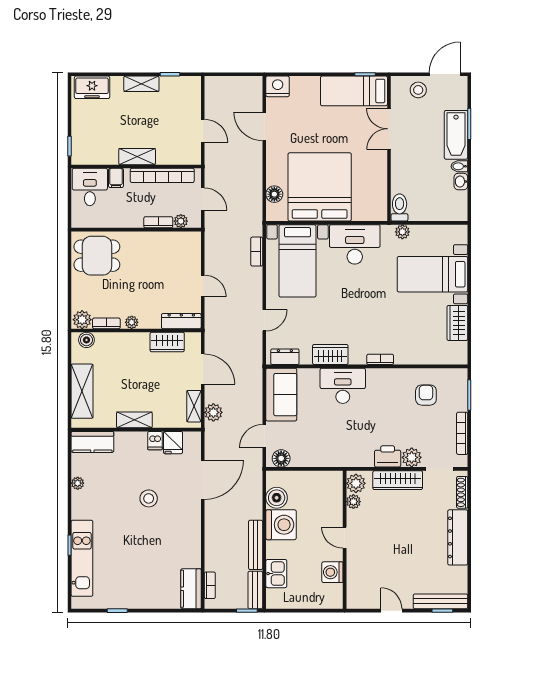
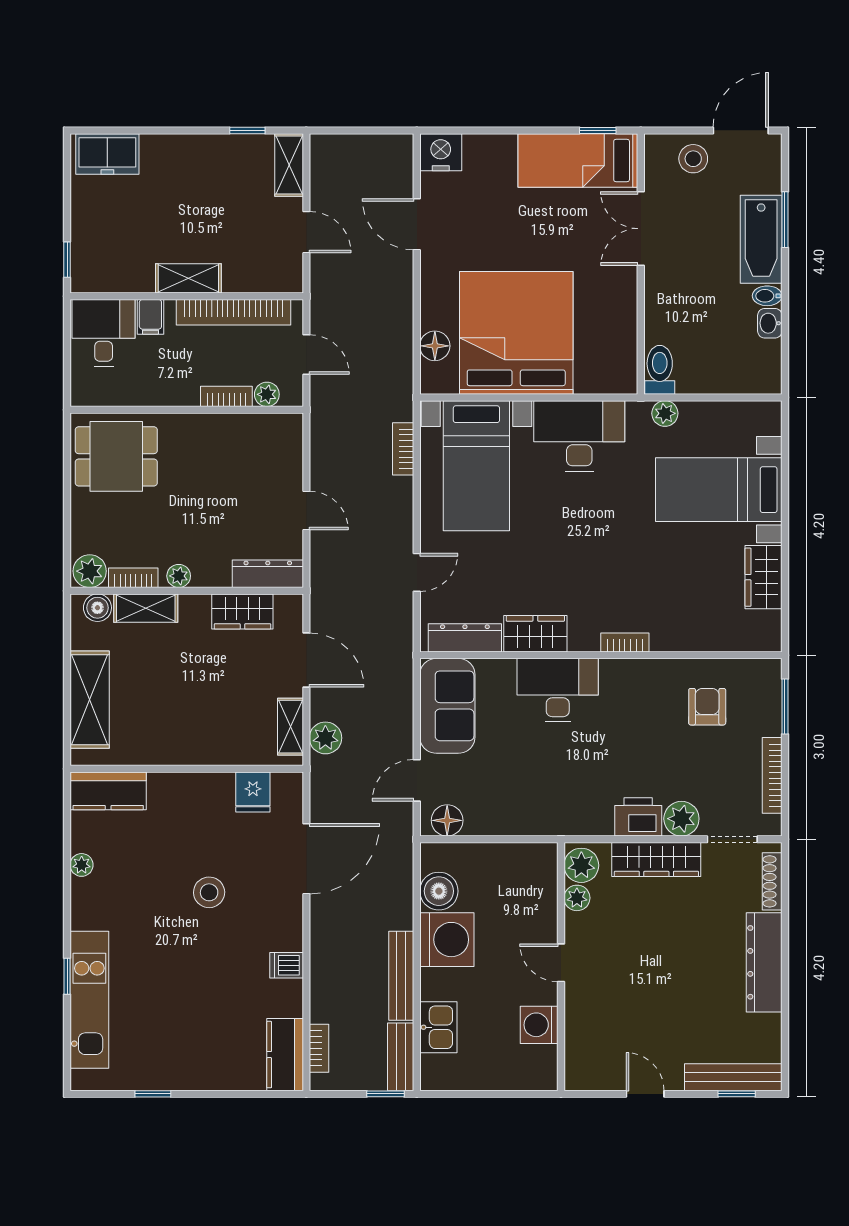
shelving: (141, 84) -> (289, 165), moved, turned 90
dresser: (285, 357) -> (465, 638), width x1.44
shelving: (134, 420) -> (146, 608), moved
dishwasher: (155, 441) -> (287, 965), moved, turned 90

